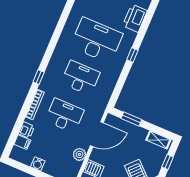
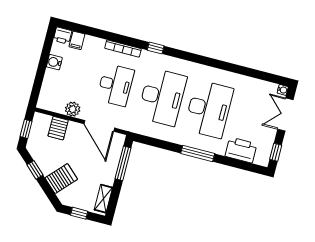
window: (132, 55) -> (198, 153), width x2.17
desk: (80, 78) -> (162, 97), width x1.36, depth x1.30
window: (131, 119) -> (123, 163), width x1.44
printer: (27, 130) -> (63, 36), moved

